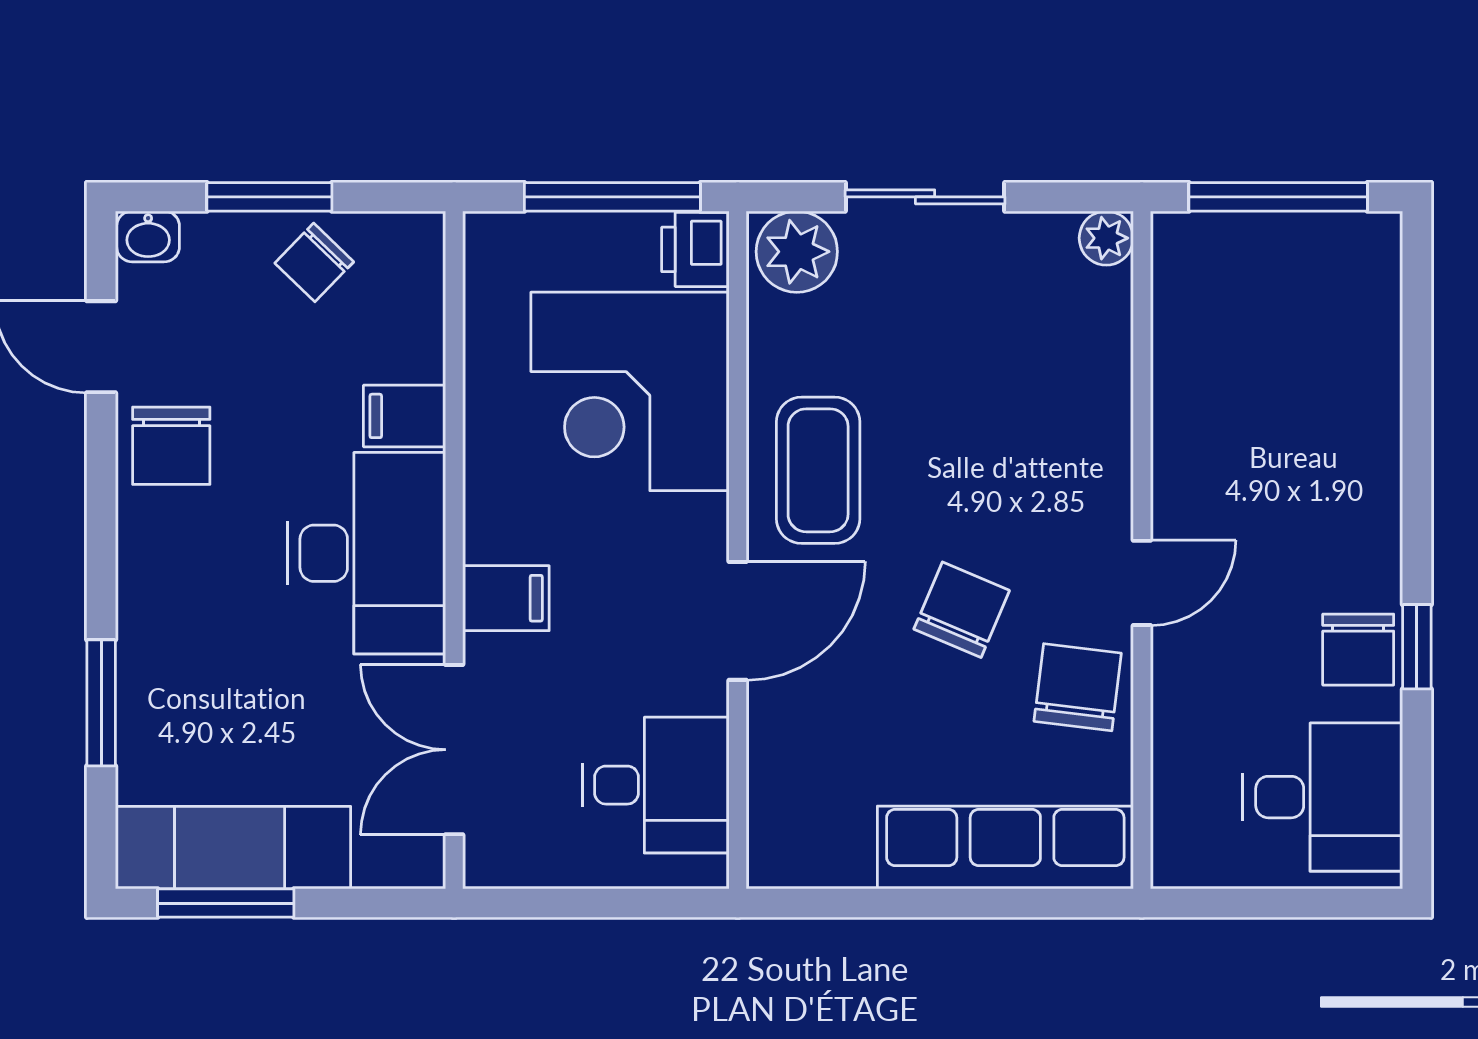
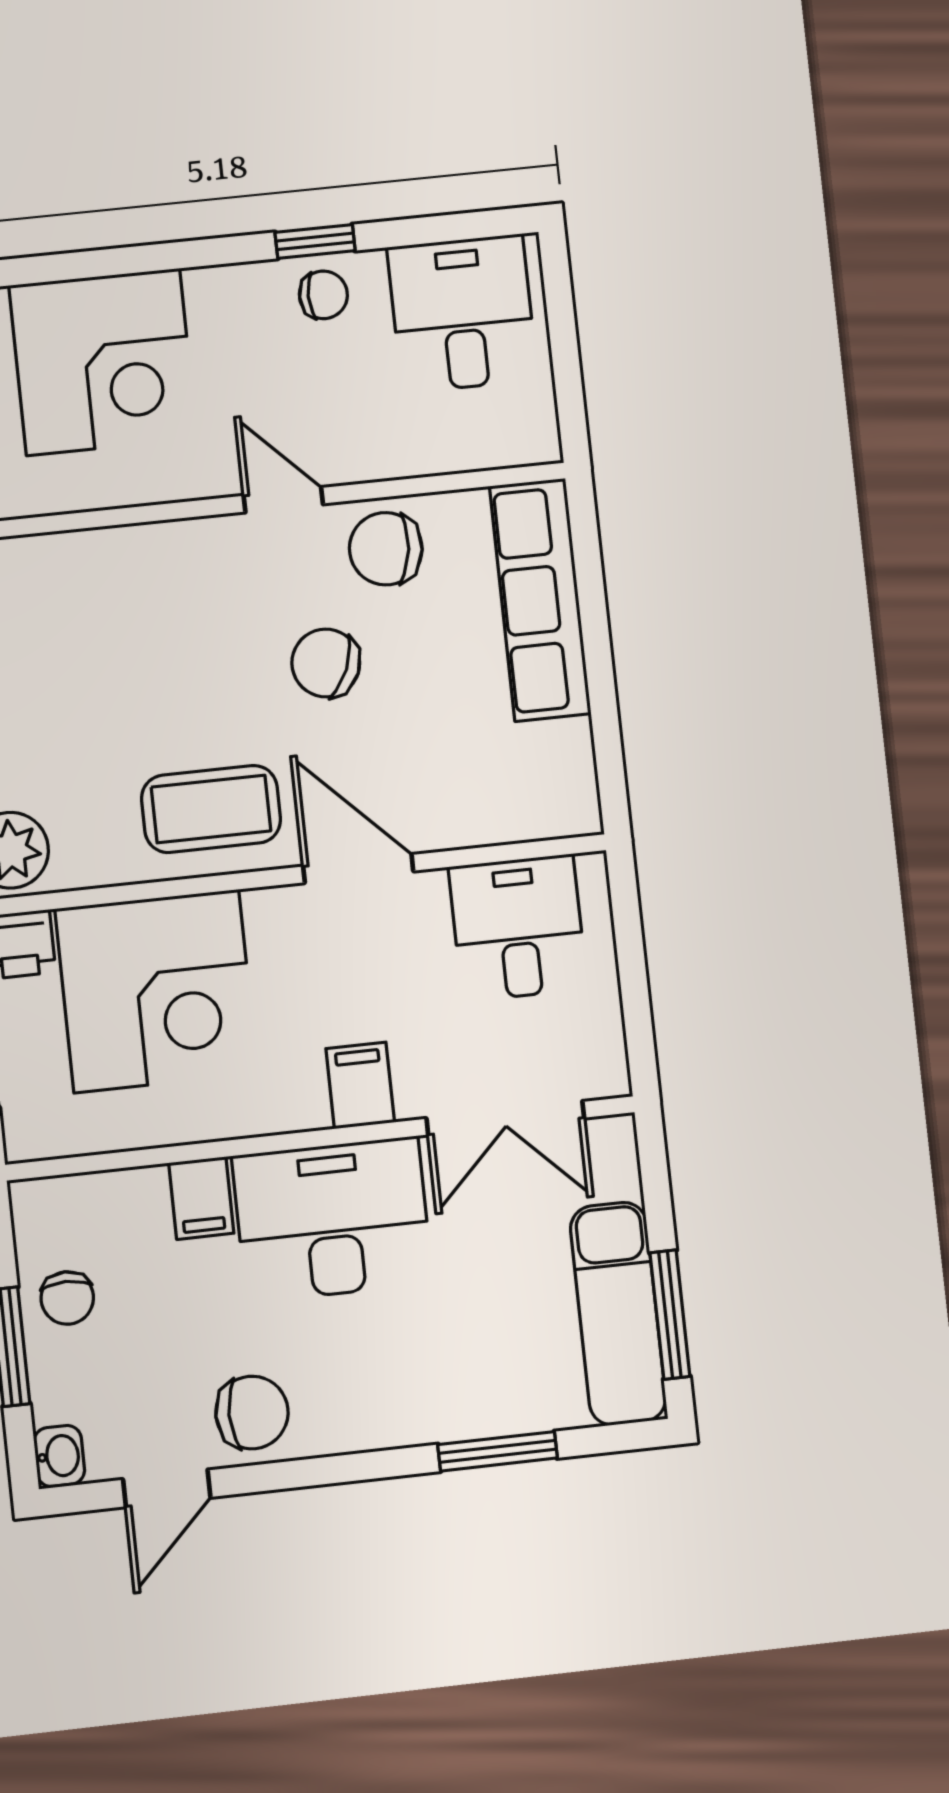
chair: (314, 262) -> (67, 1298), turned 46
corner desk: (1310, 405) -> (103, 362), added
chair: (1358, 650) -> (323, 295), width x0.73, depth x0.73

